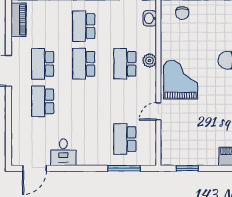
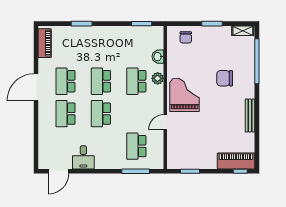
washbasin: (150, 18) -> (158, 57), moved
school desk: (84, 26) -> (101, 114), moved

